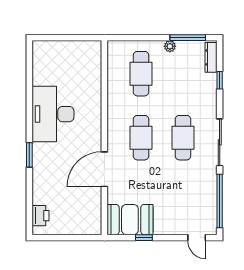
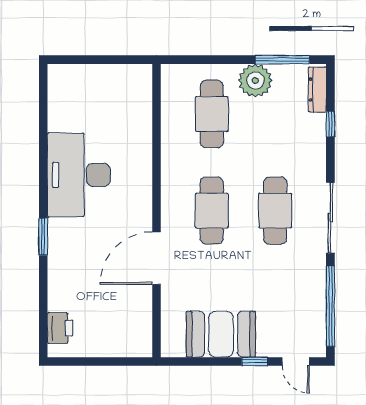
plant: (170, 46) -> (255, 80), width x1.88, depth x1.88
booth: (130, 220) -> (221, 334), moved
window: (144, 238) -> (255, 361), moved

